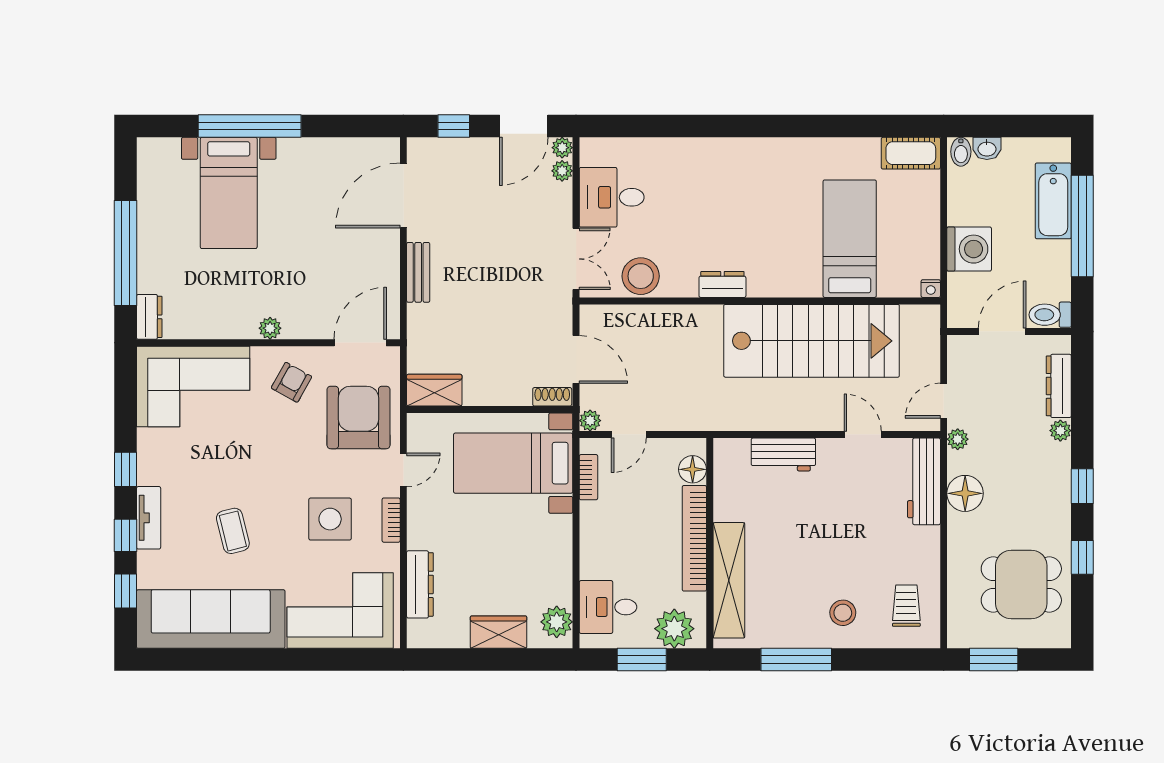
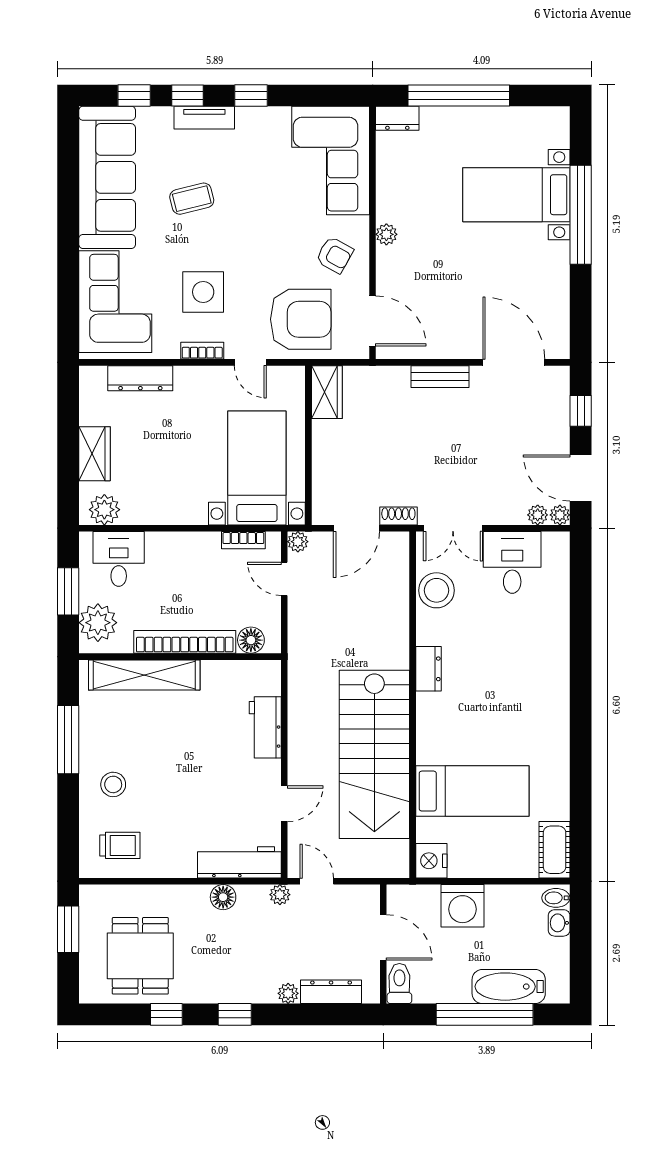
nightstand: (931, 289) -> (431, 861), width x1.89, depth x1.79
shoe rack: (552, 397) -> (398, 516), moved, turned -90
floor lamp: (965, 493) -> (223, 897), width x0.73, depth x0.73

